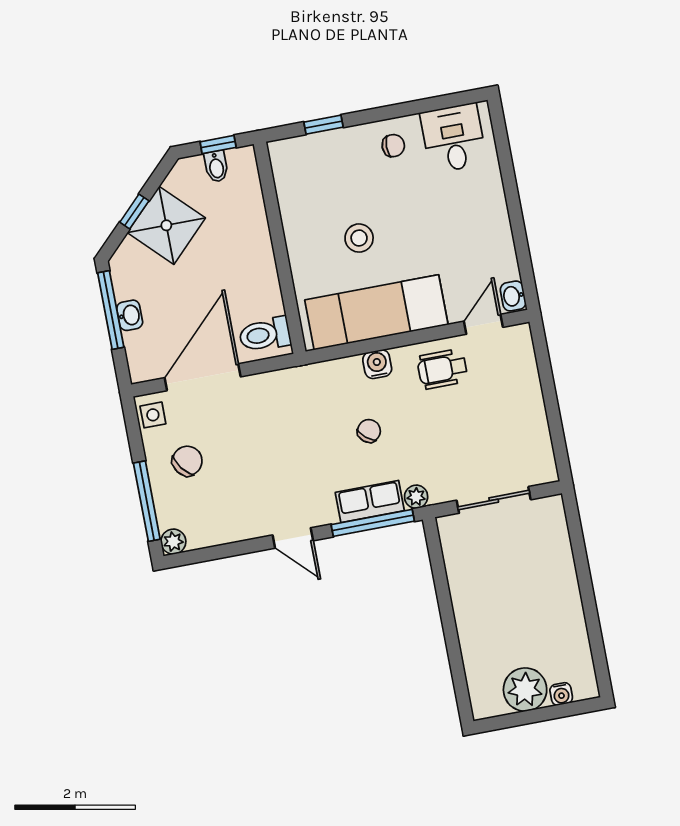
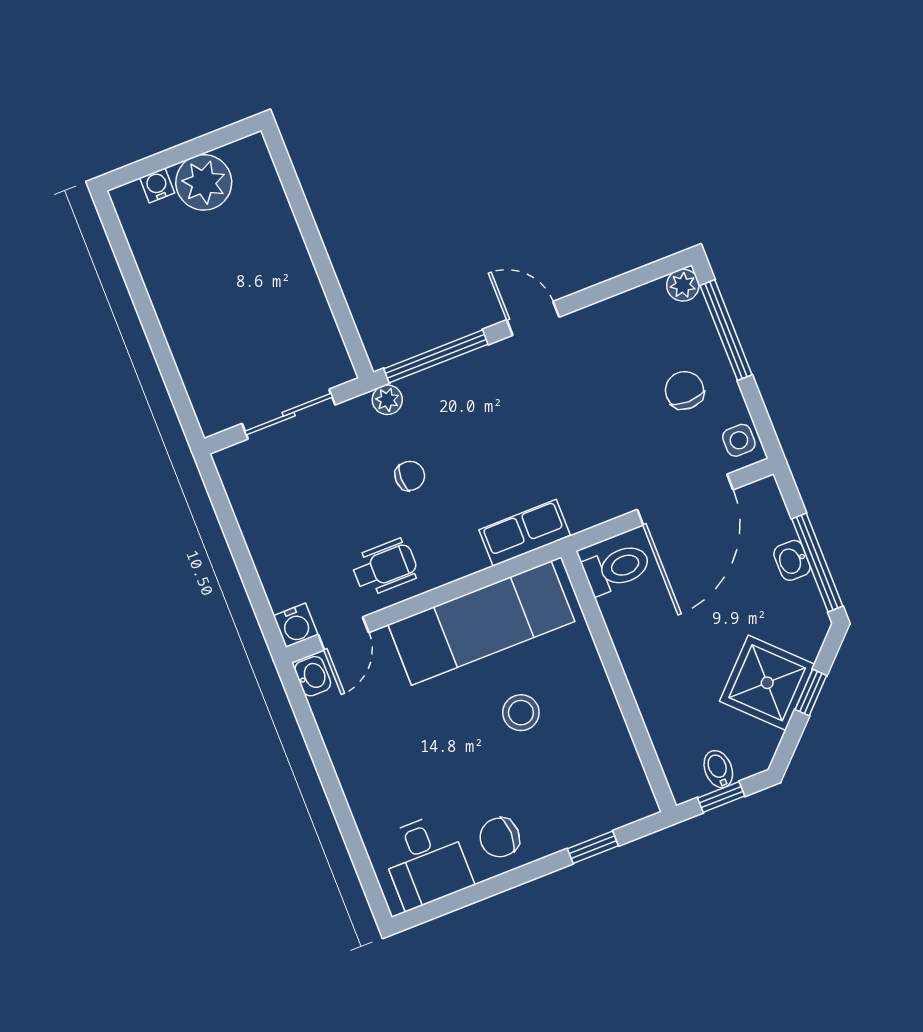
chair: (393, 146) -> (500, 837), width x1.37, depth x1.37
water cooler: (377, 364) -> (296, 625), moved
chair: (369, 431) -> (410, 476), moved, turned -130
chair: (187, 461) -> (685, 390), turned 127
row of seats: (370, 502) -> (525, 533), moved, turned 180

